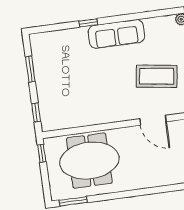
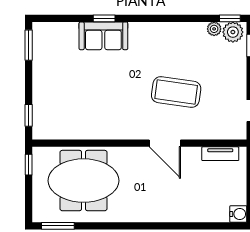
sofa: (116, 34) -> (103, 36), moved, width x0.73
window: (30, 69) -> (29, 45), moved

